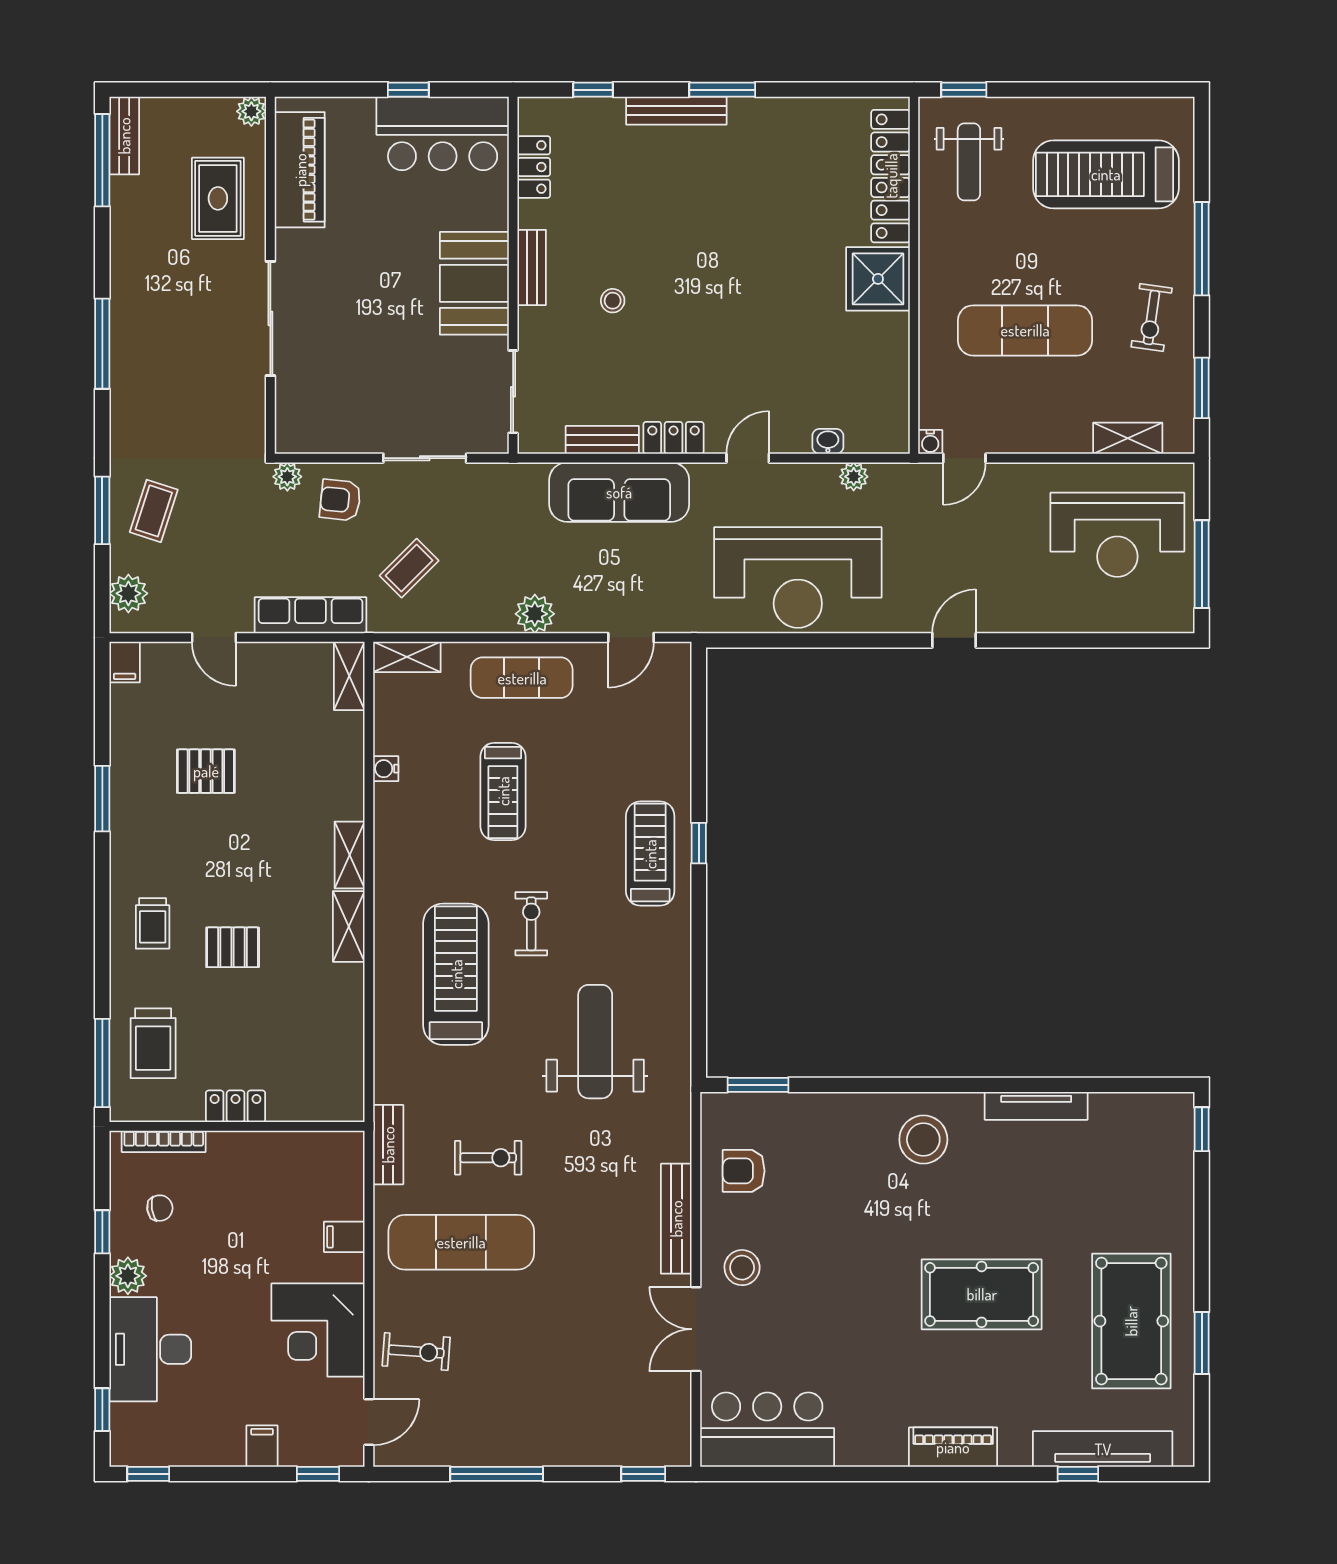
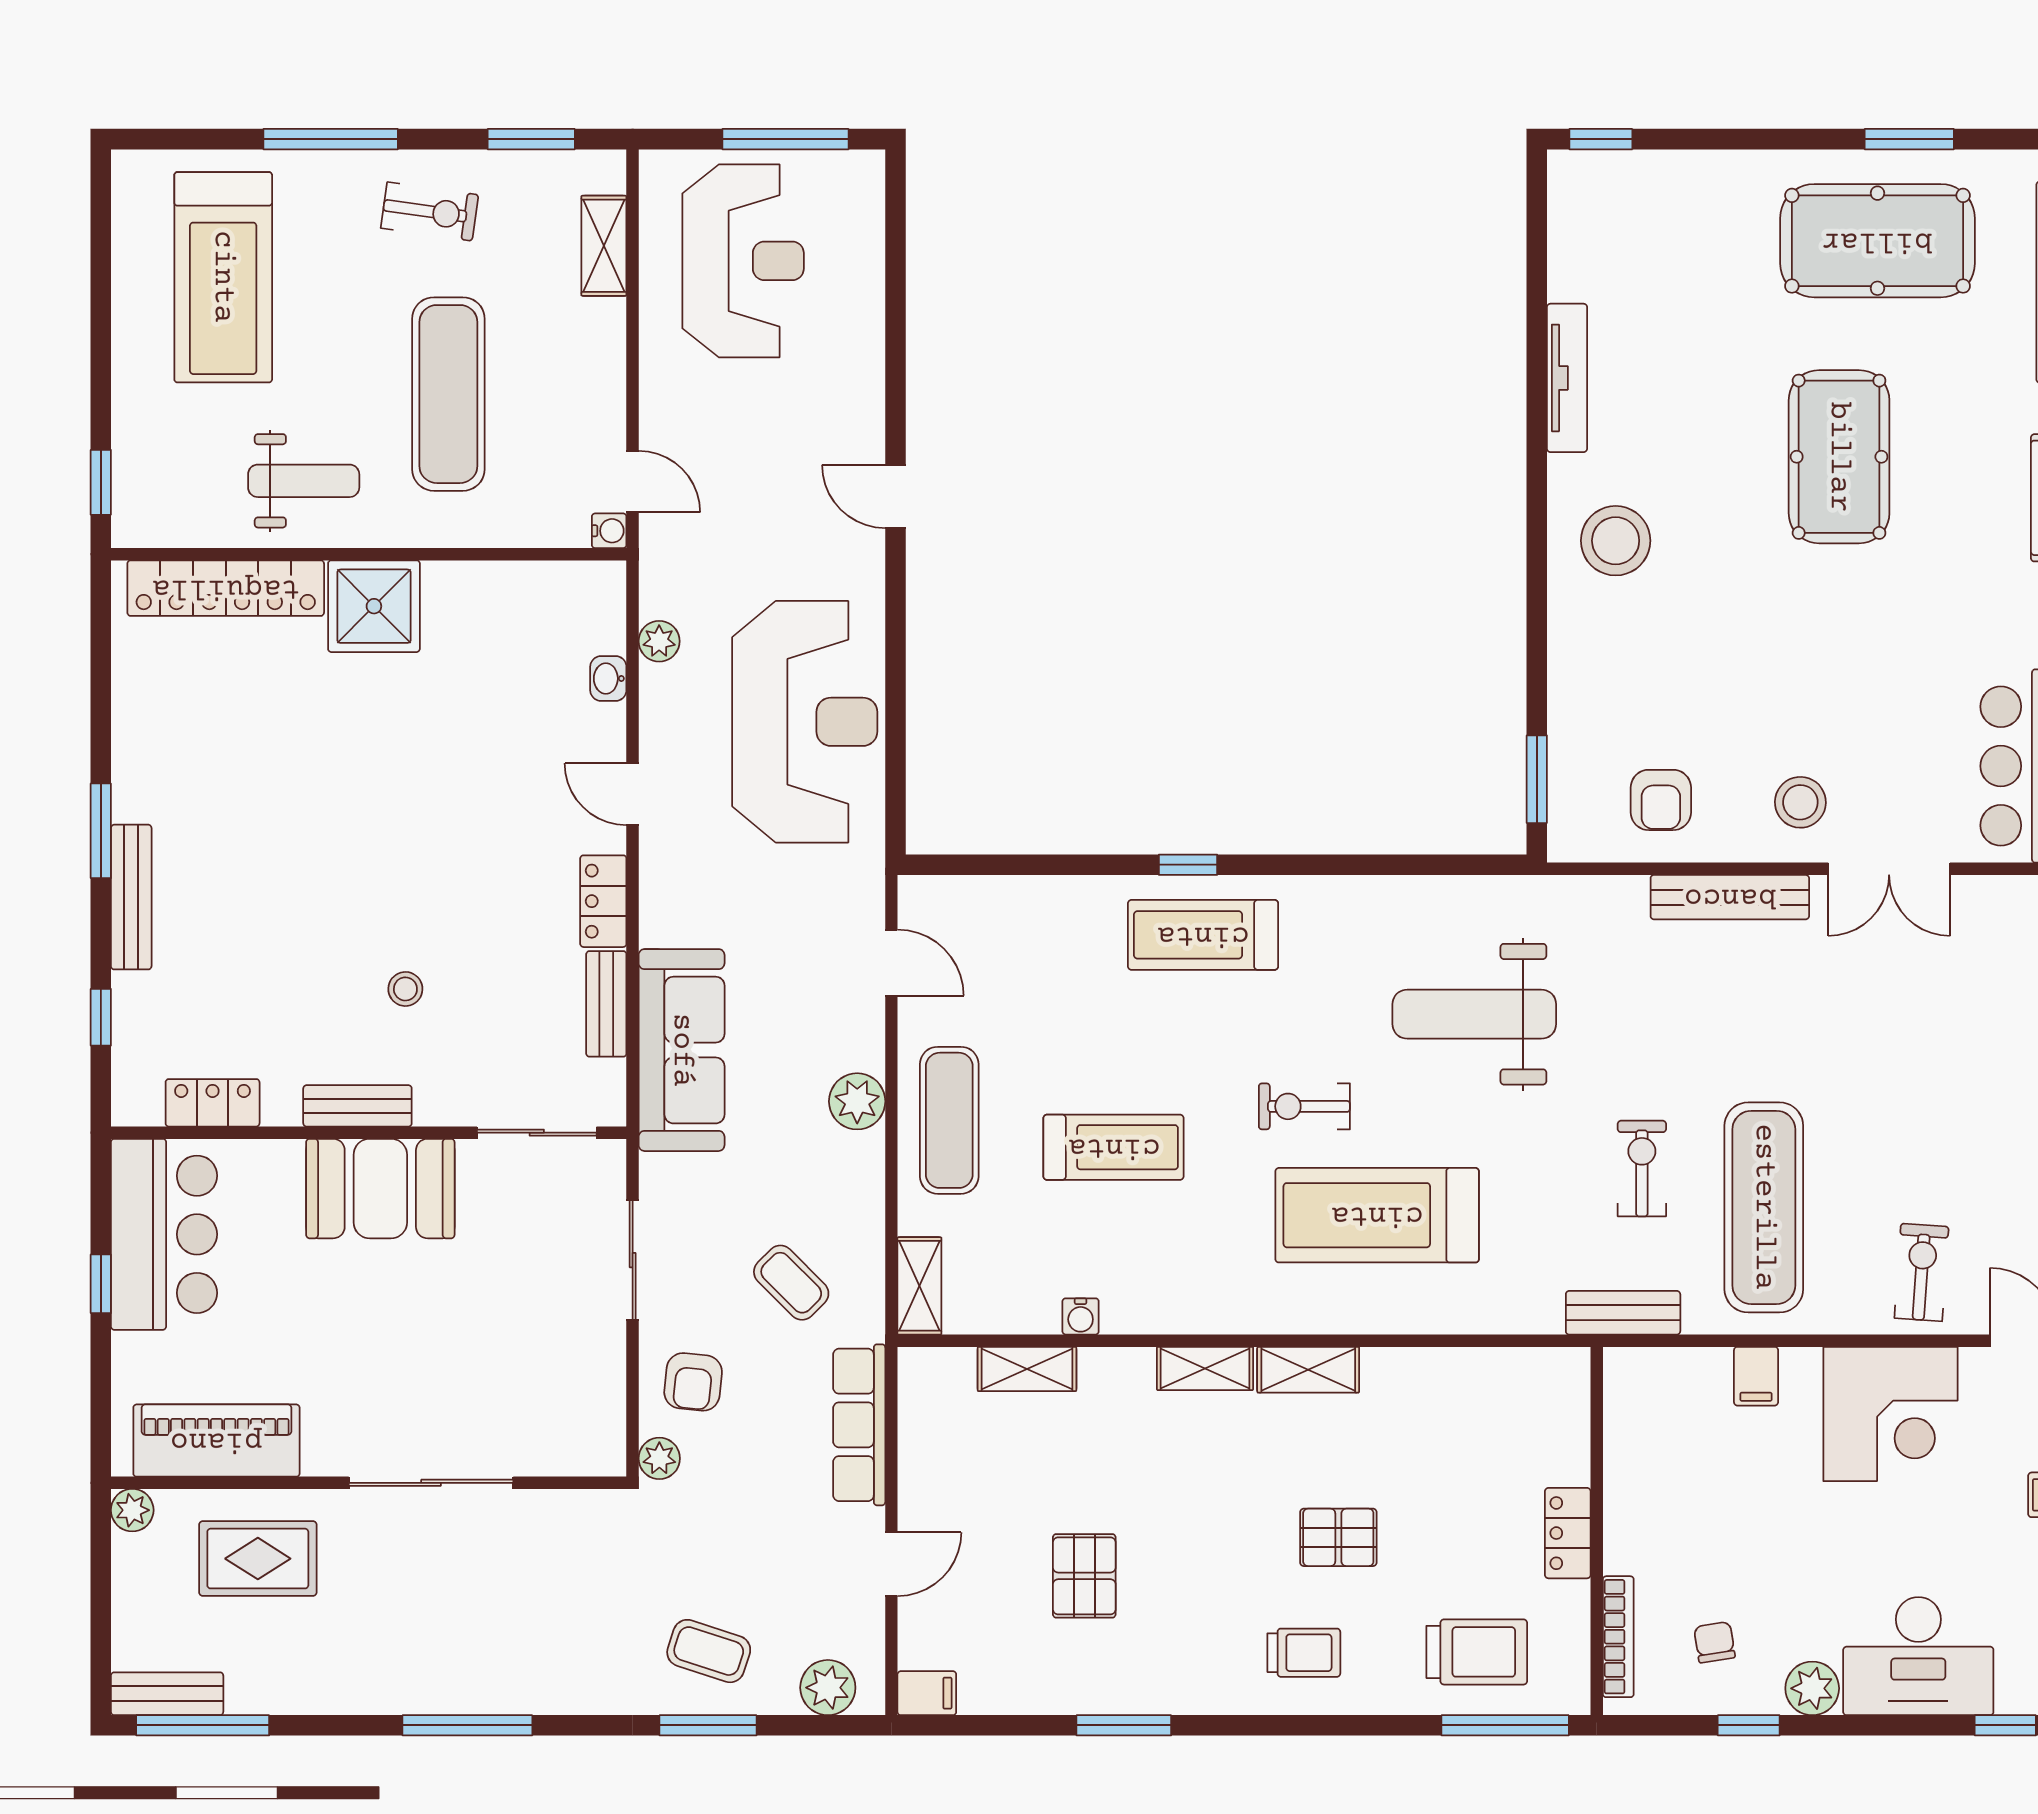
weight bench: (969, 162) -> (304, 481), moved
sofa: (619, 492) -> (682, 1050), moved
shelving: (349, 676) -> (1027, 1369), moved
pallet: (233, 947) -> (1338, 1537), turned 90

